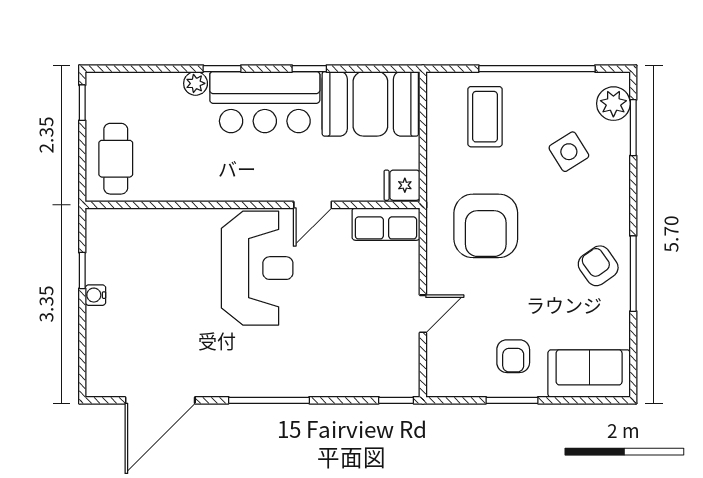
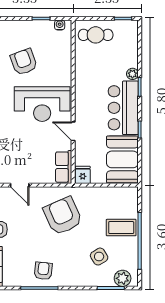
coffee table: (485, 117) -> (121, 228), moved
armchair: (486, 226) -> (63, 216), turned 66
armchair: (598, 266) -> (43, 271), turned -49
water cooler: (95, 295) -> (60, 25), moved
armchair: (171, 306) -> (24, 62), added

